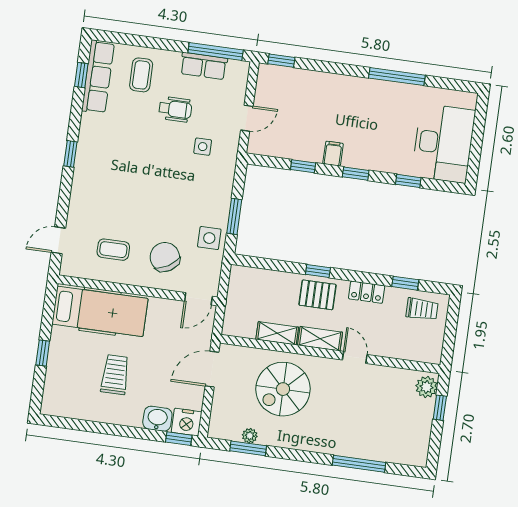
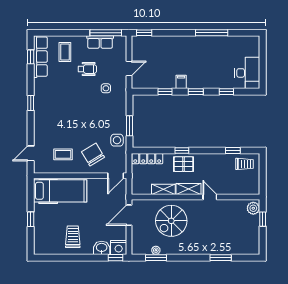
desk: (443, 143) -> (247, 73), width x0.73, depth x0.77
locker: (367, 292) -> (147, 159), moved, width x1.53
trolley: (115, 375) -> (73, 237), moved
window: (359, 464) -> (221, 258), width x0.69

